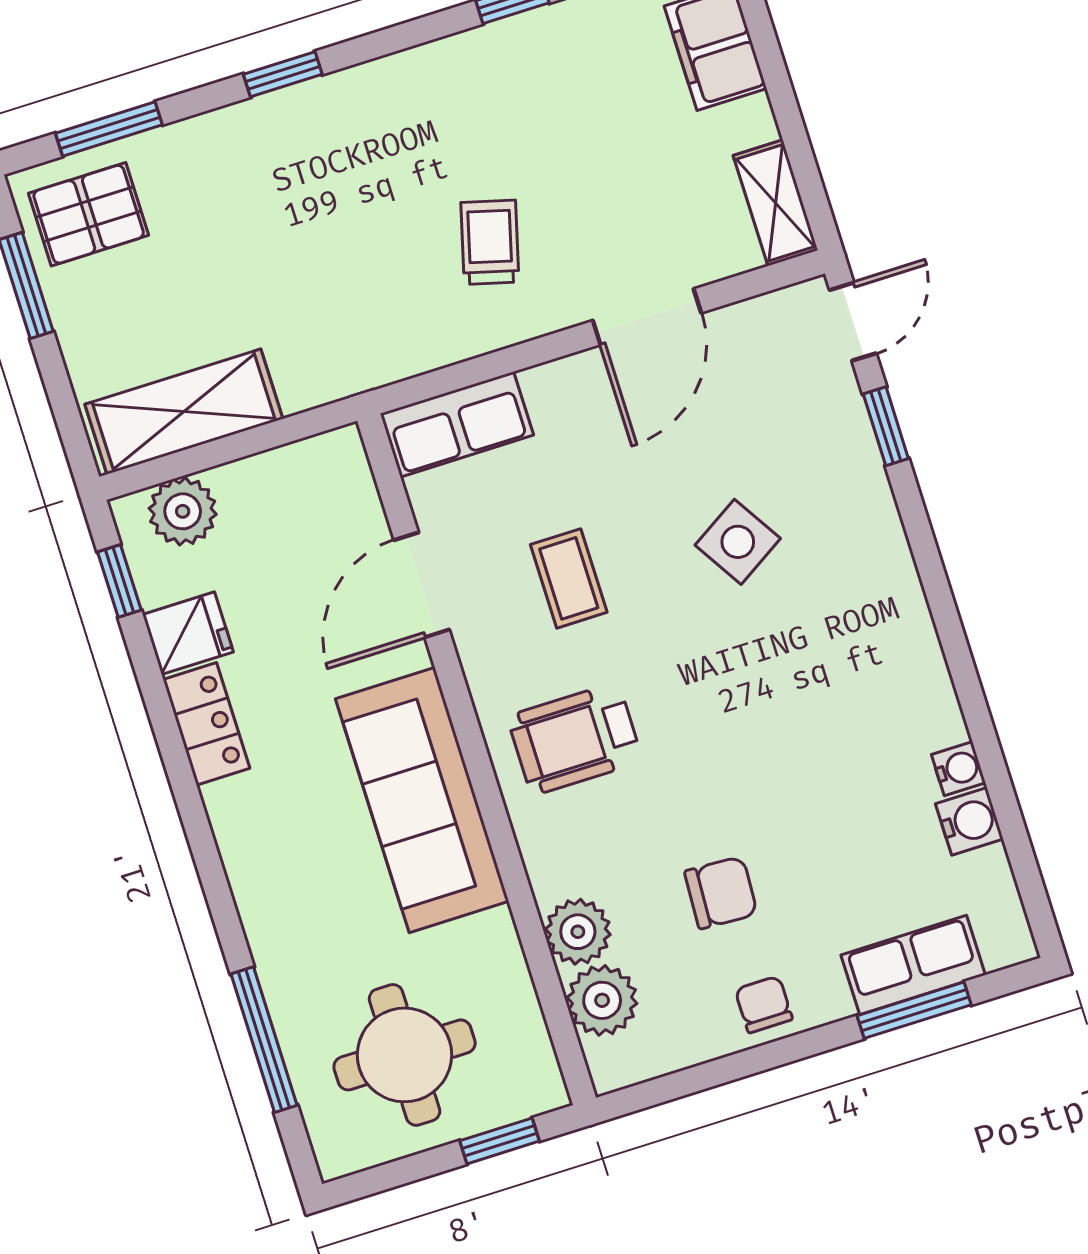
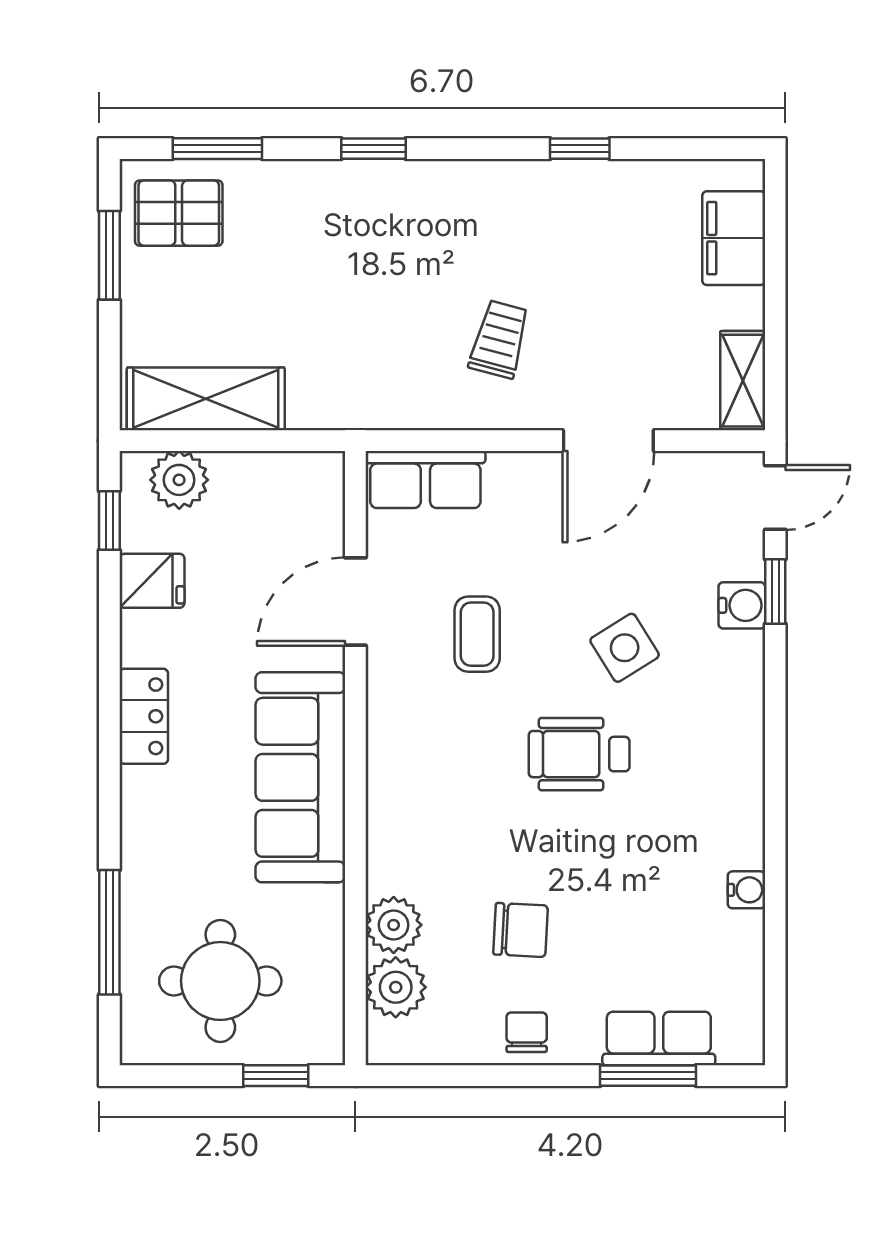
locker: (206, 724) -> (144, 716), moved
wheelchair: (575, 739) -> (579, 754), moved
water cooler: (969, 821) -> (742, 605), moved

